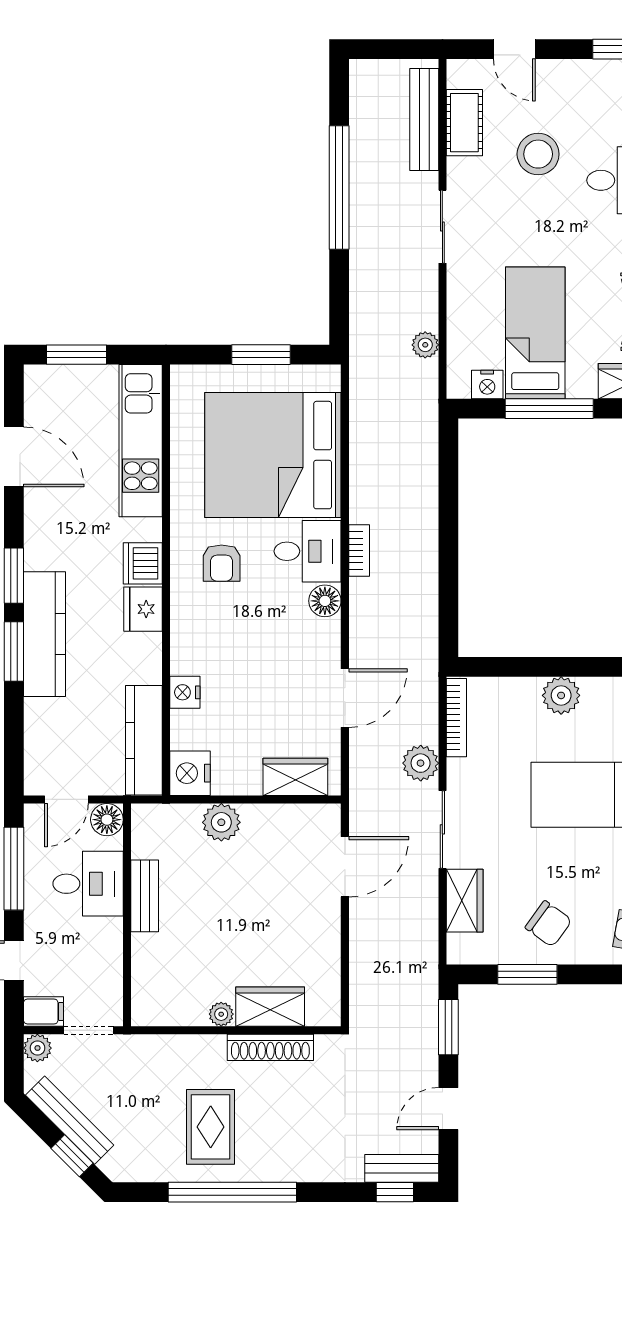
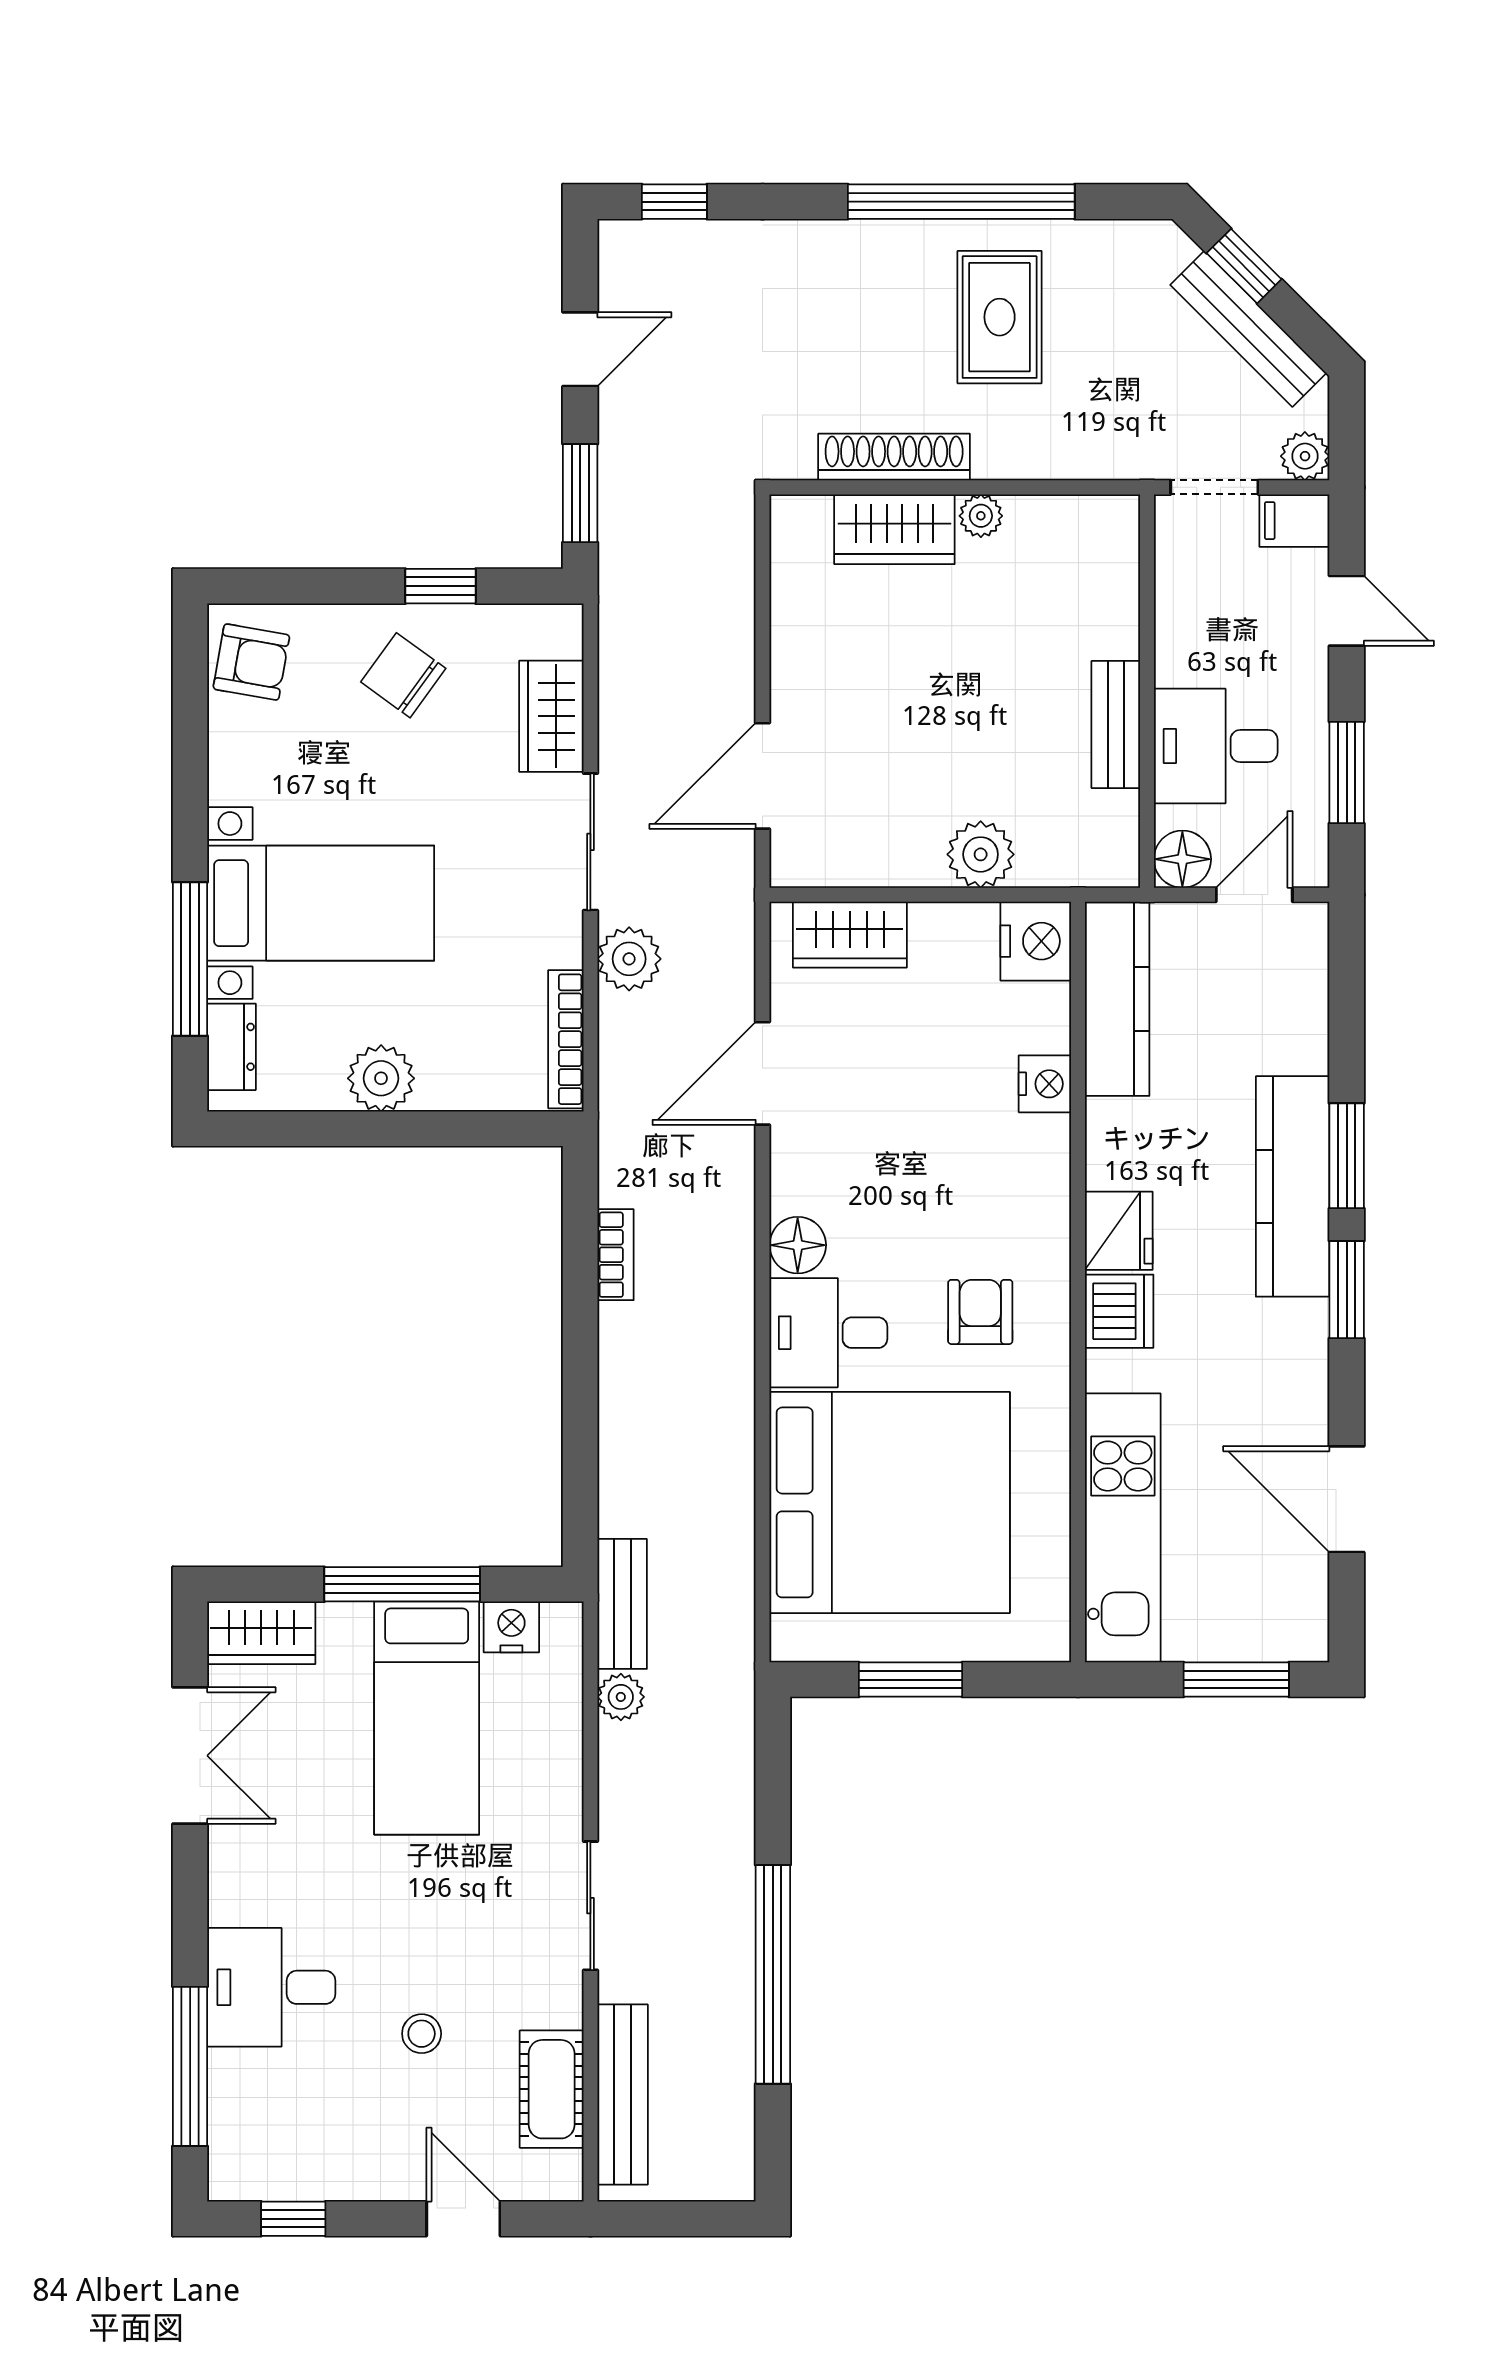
stool: (538, 154) -> (422, 2034), width x0.53, depth x0.53
bookcase: (359, 550) -> (616, 1255), moved, turned 180
window: (14, 869) -> (1347, 773), width x0.69
window: (527, 974) -> (441, 586), width x0.67
bench: (402, 1168) -> (622, 1604), moved, turned 90

